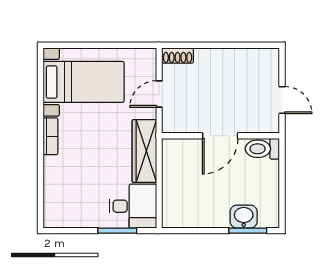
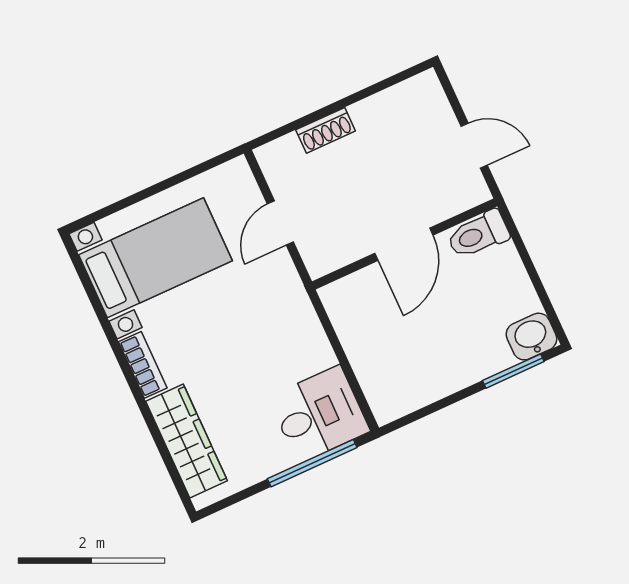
shoe rack: (178, 55) -> (326, 130), moved
wardrobe: (144, 151) -> (186, 441), moved, turned 180
washbasin: (244, 217) -> (531, 337), moved
window: (117, 231) -> (312, 463), width x1.44

